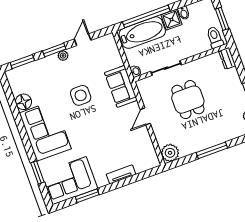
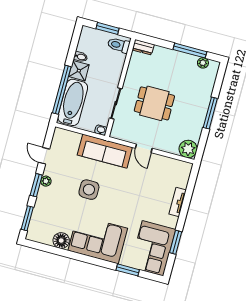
sofa: (121, 86) -> (105, 151), width x1.36

